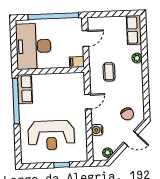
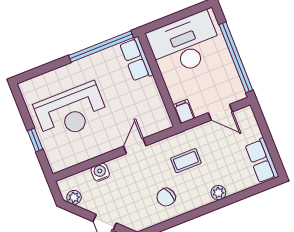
row of seats: (134, 30) -> (262, 161), moved, turned -90
row of seats: (25, 89) -> (136, 59), moved, turned 90
door: (88, 102) -> (135, 146), swing flipped
chair: (127, 114) -> (166, 197), moved
reception desk: (51, 135) -> (71, 112), turned -90

